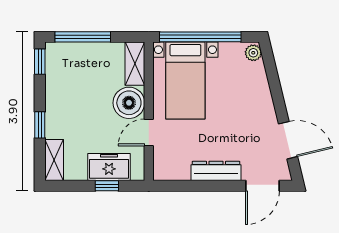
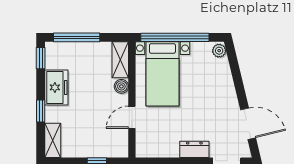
boiler: (129, 103) -> (121, 86), width x0.54, depth x0.54
freezer: (109, 167) -> (56, 87), moved, turned 90
dresser: (216, 171) -> (194, 149), width x0.70

